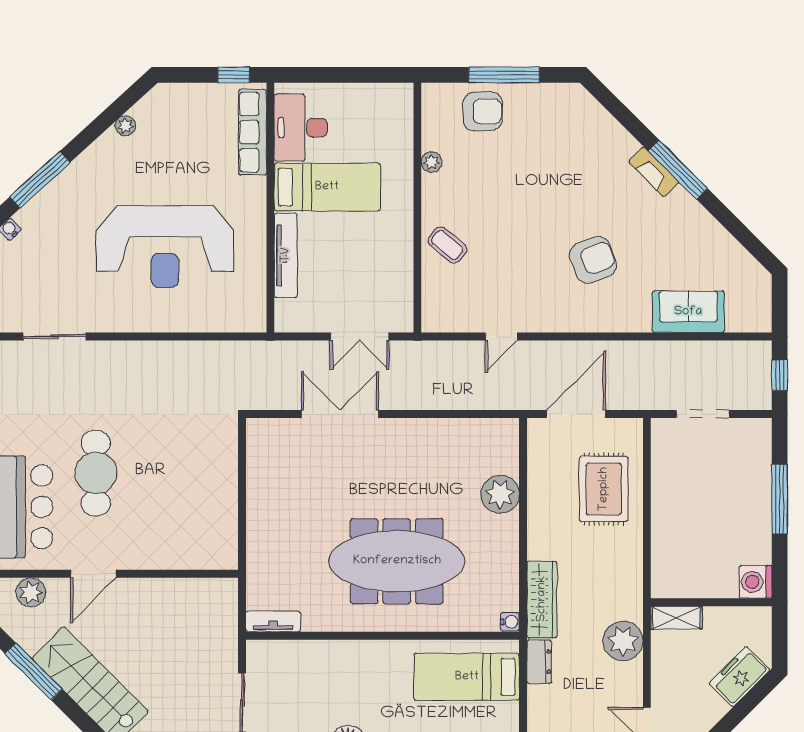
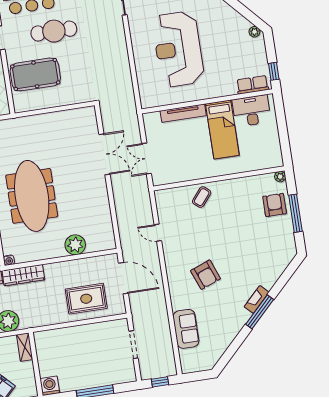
armchair: (483, 111) -> (275, 205), turned 180
plant: (125, 126) -> (254, 32), moved
row of seats: (253, 132) -> (252, 85), width x0.68
plant: (431, 162) -> (280, 177), moved
pool table: (171, 520) -> (35, 74), added

